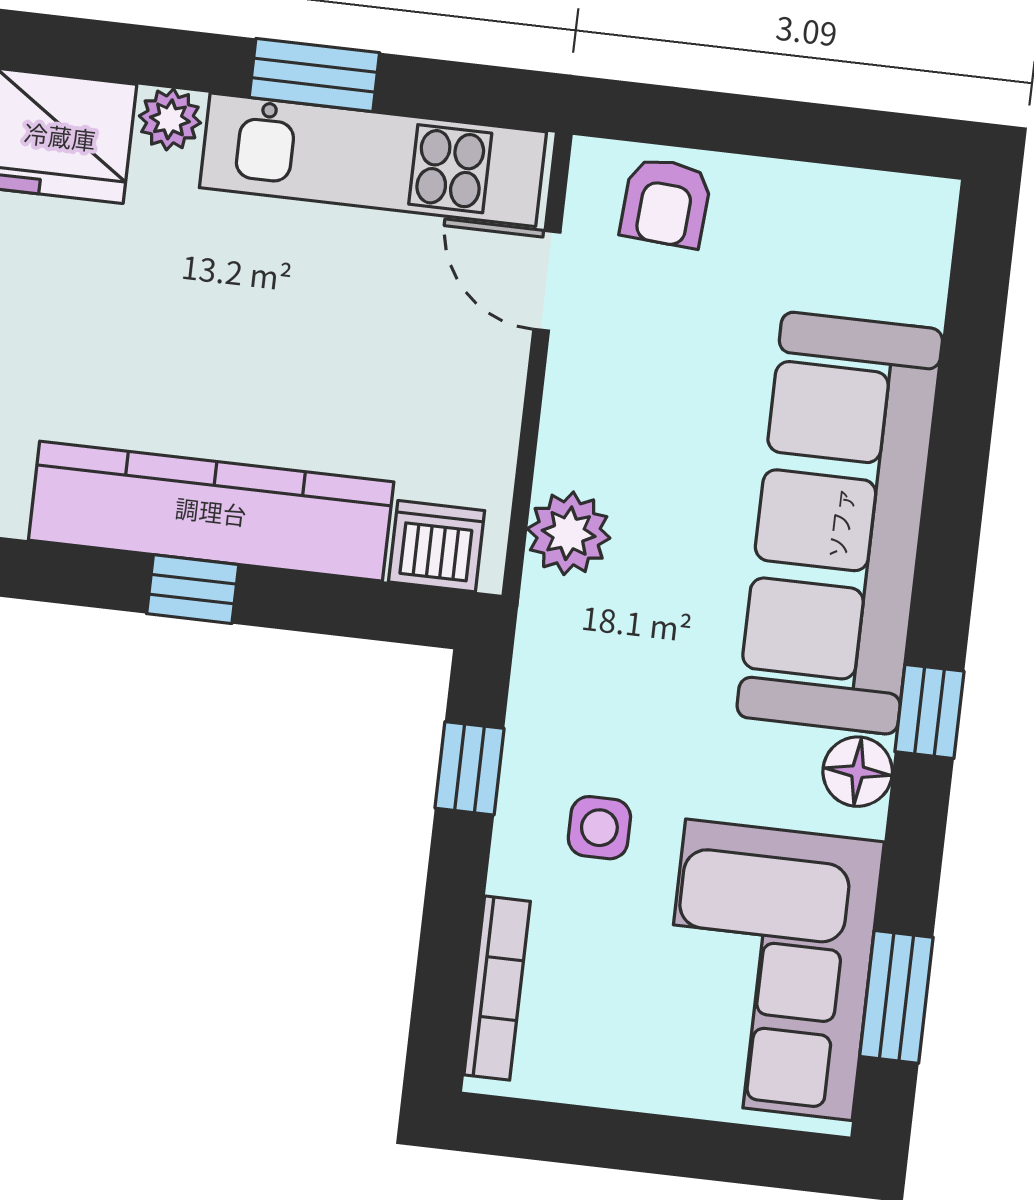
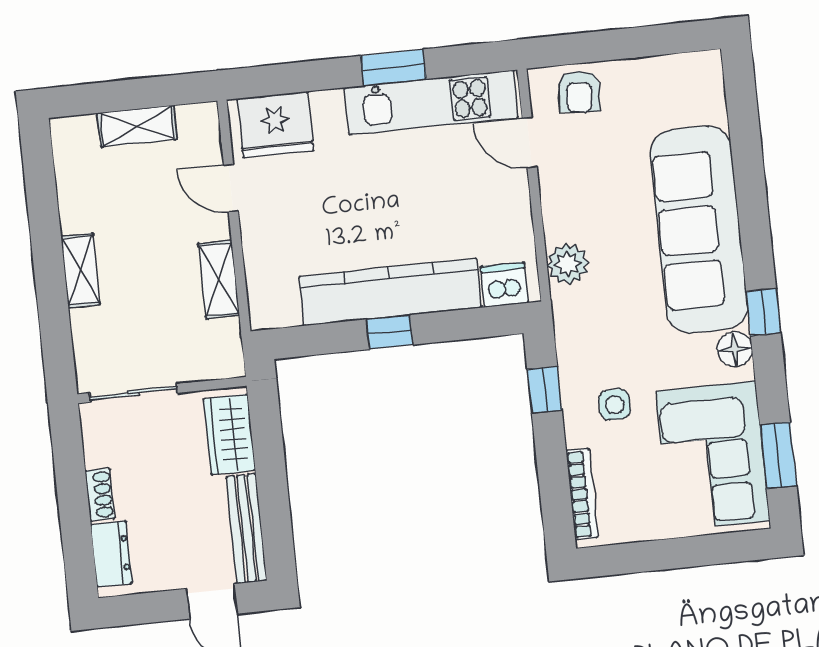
plant: (170, 119) -> (328, 105), removed

